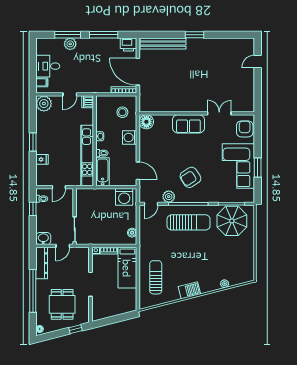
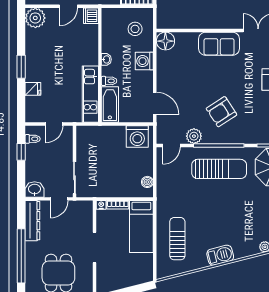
kitchen unit: (87, 155) -> (90, 94), width x0.73

